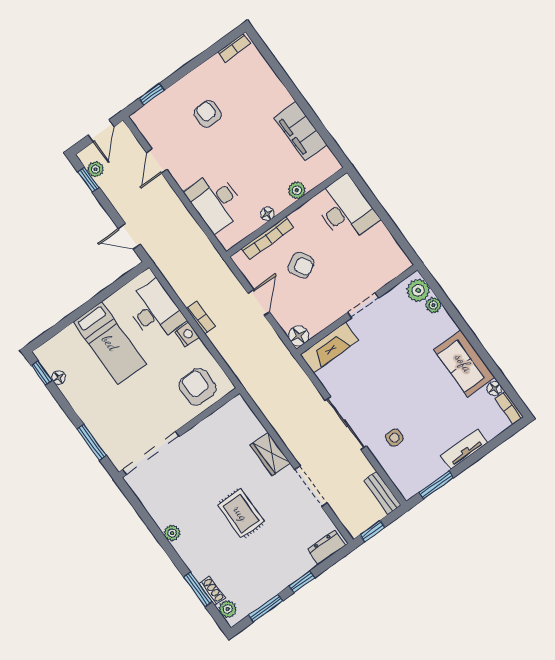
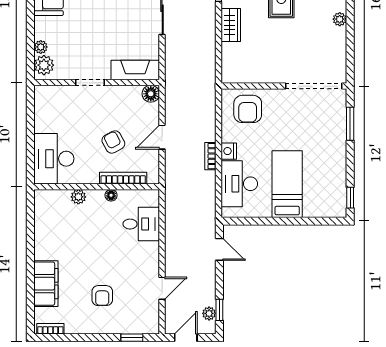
filing cabinet: (300, 131) -> (46, 284), moved
desk: (215, 201) -> (141, 224), width x0.73
floor lamp: (59, 378) -> (341, 186), removed

